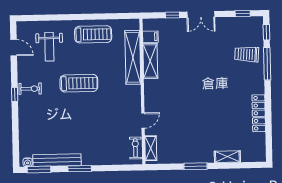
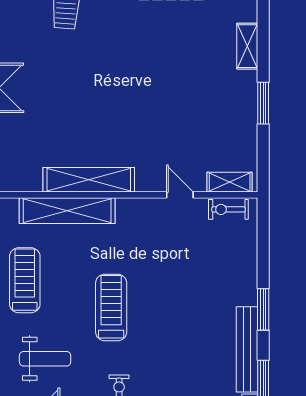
filing cabinet: (150, 37) -> (31, 179), removed
shelving: (150, 61) -> (89, 180), width x1.47

